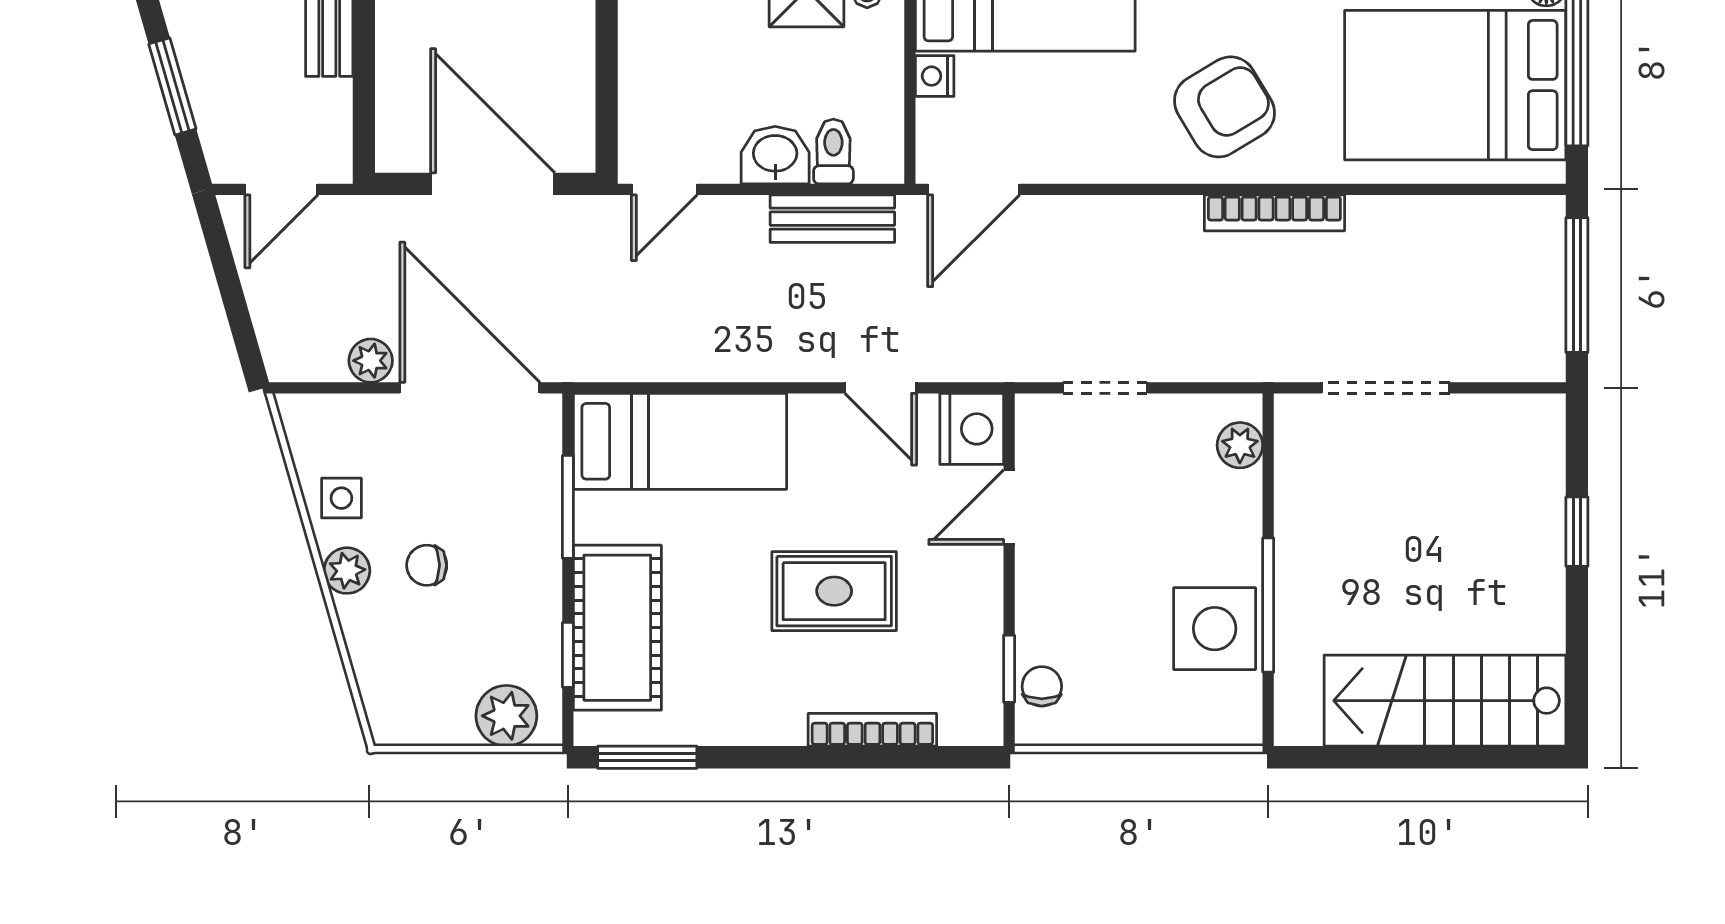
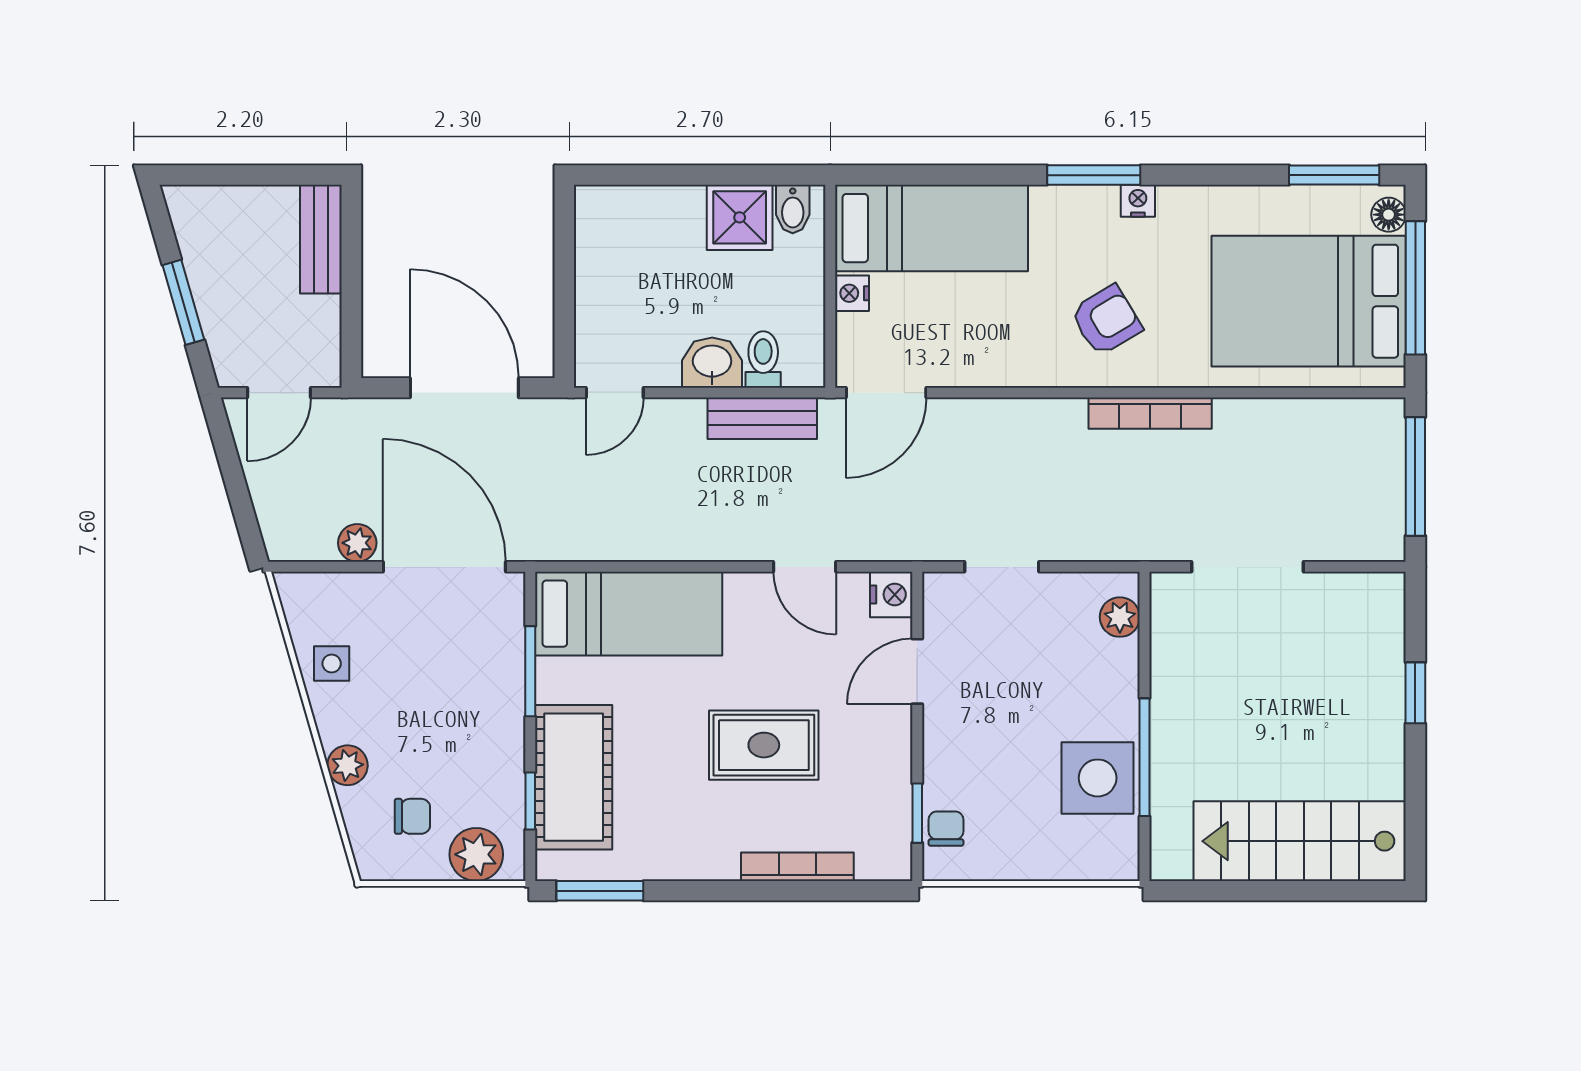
armchair: (1224, 107) -> (1106, 320), width x0.72, depth x0.72
nightstand: (972, 429) -> (891, 595), width x0.74, depth x0.75
chair: (427, 565) -> (412, 816), moved, turned 180
plant: (347, 571) -> (347, 765), moved

